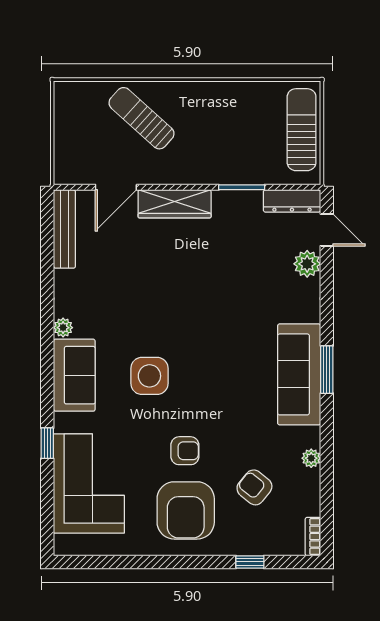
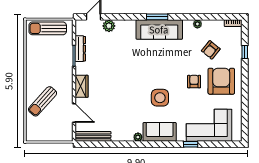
dresser: (292, 201) -> (80, 49), moved
wardrobe: (175, 204) -> (82, 86), width x0.67
armchair: (186, 510) -> (221, 81), turned -90

